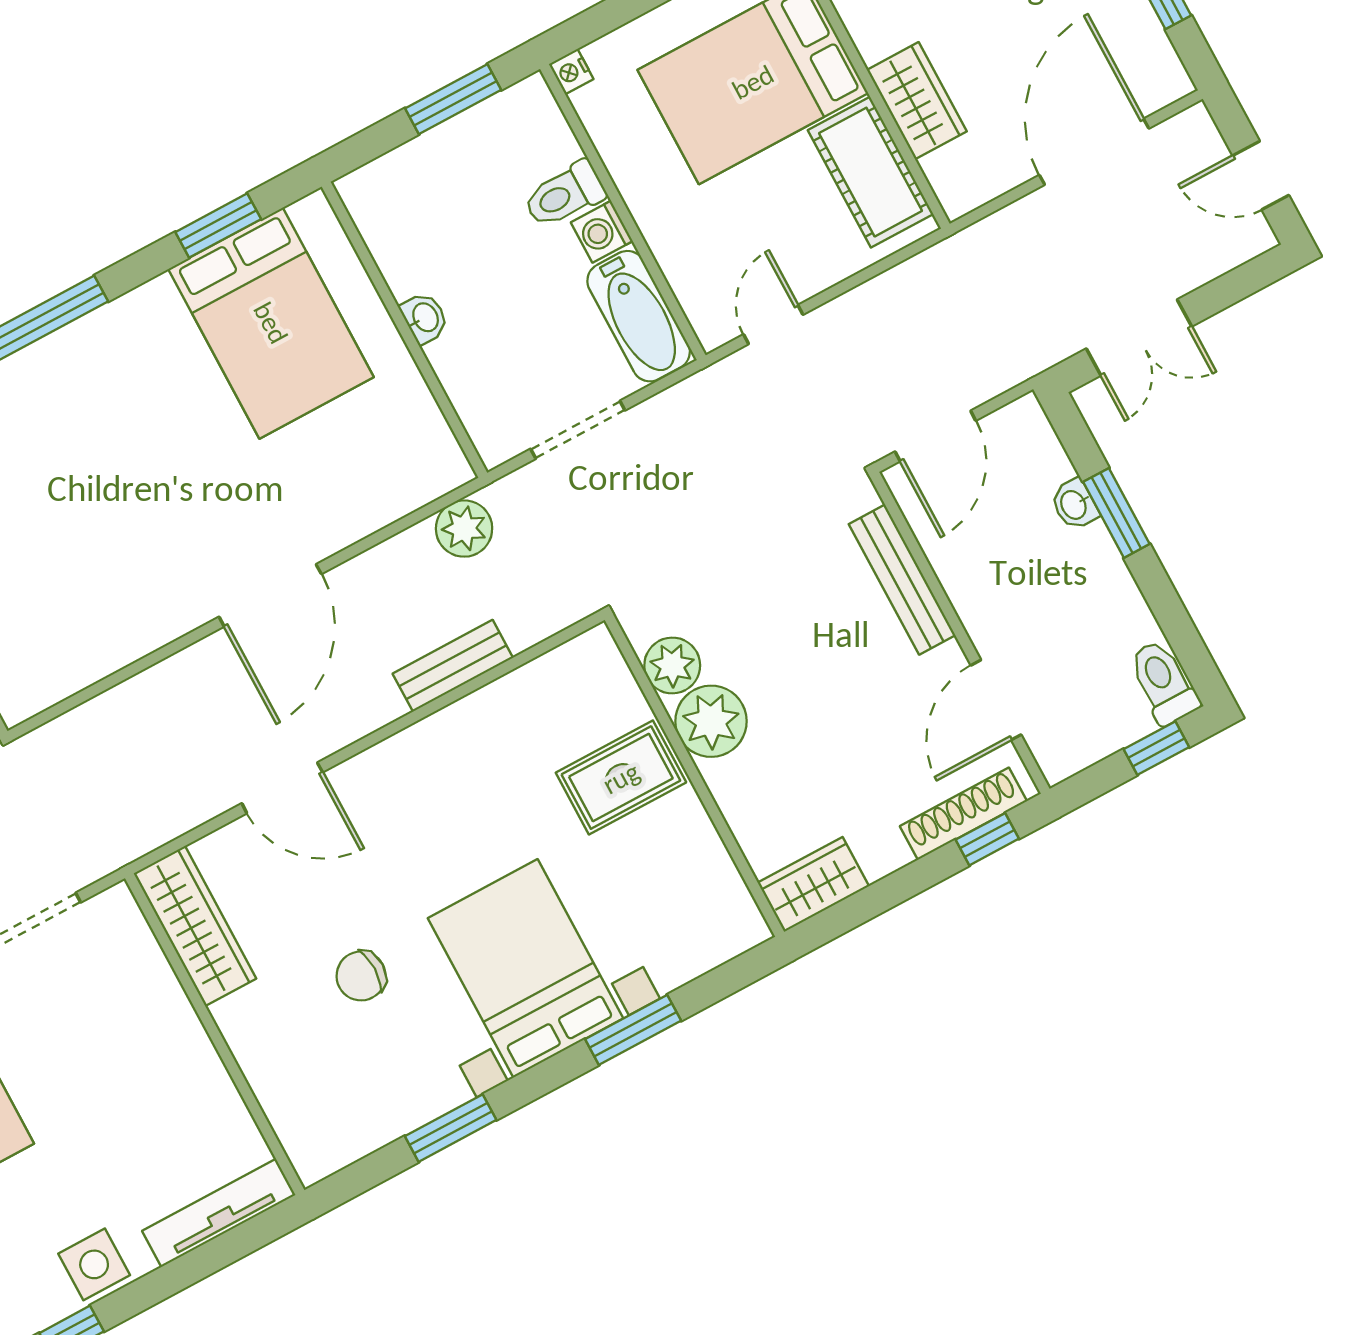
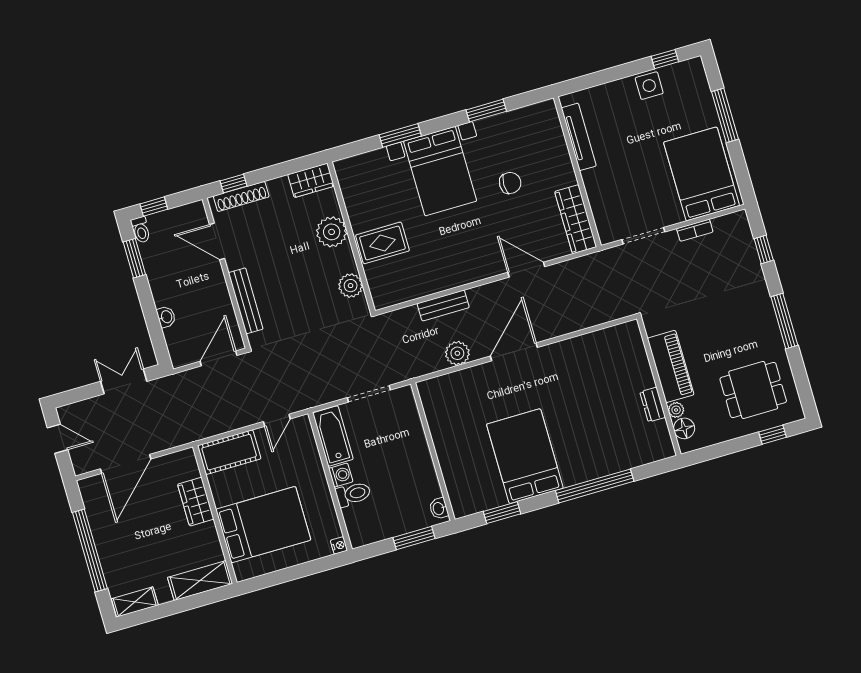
window: (453, 99) -> (414, 538), moved
cot: (870, 172) -> (229, 452), moved, turned 90
washbasin: (425, 318) -> (439, 508), moved
bed: (271, 323) -> (525, 456), moved
window: (1116, 513) -> (134, 258), moved
plant: (464, 529) -> (457, 353), moved
toilet: (1163, 682) -> (141, 230), width x0.73, depth x0.72
door: (996, 700) -> (217, 241), swing flipped
plant: (711, 721) -> (332, 232), moved
tv unit: (219, 1213) -> (579, 137), moved, turned -90

